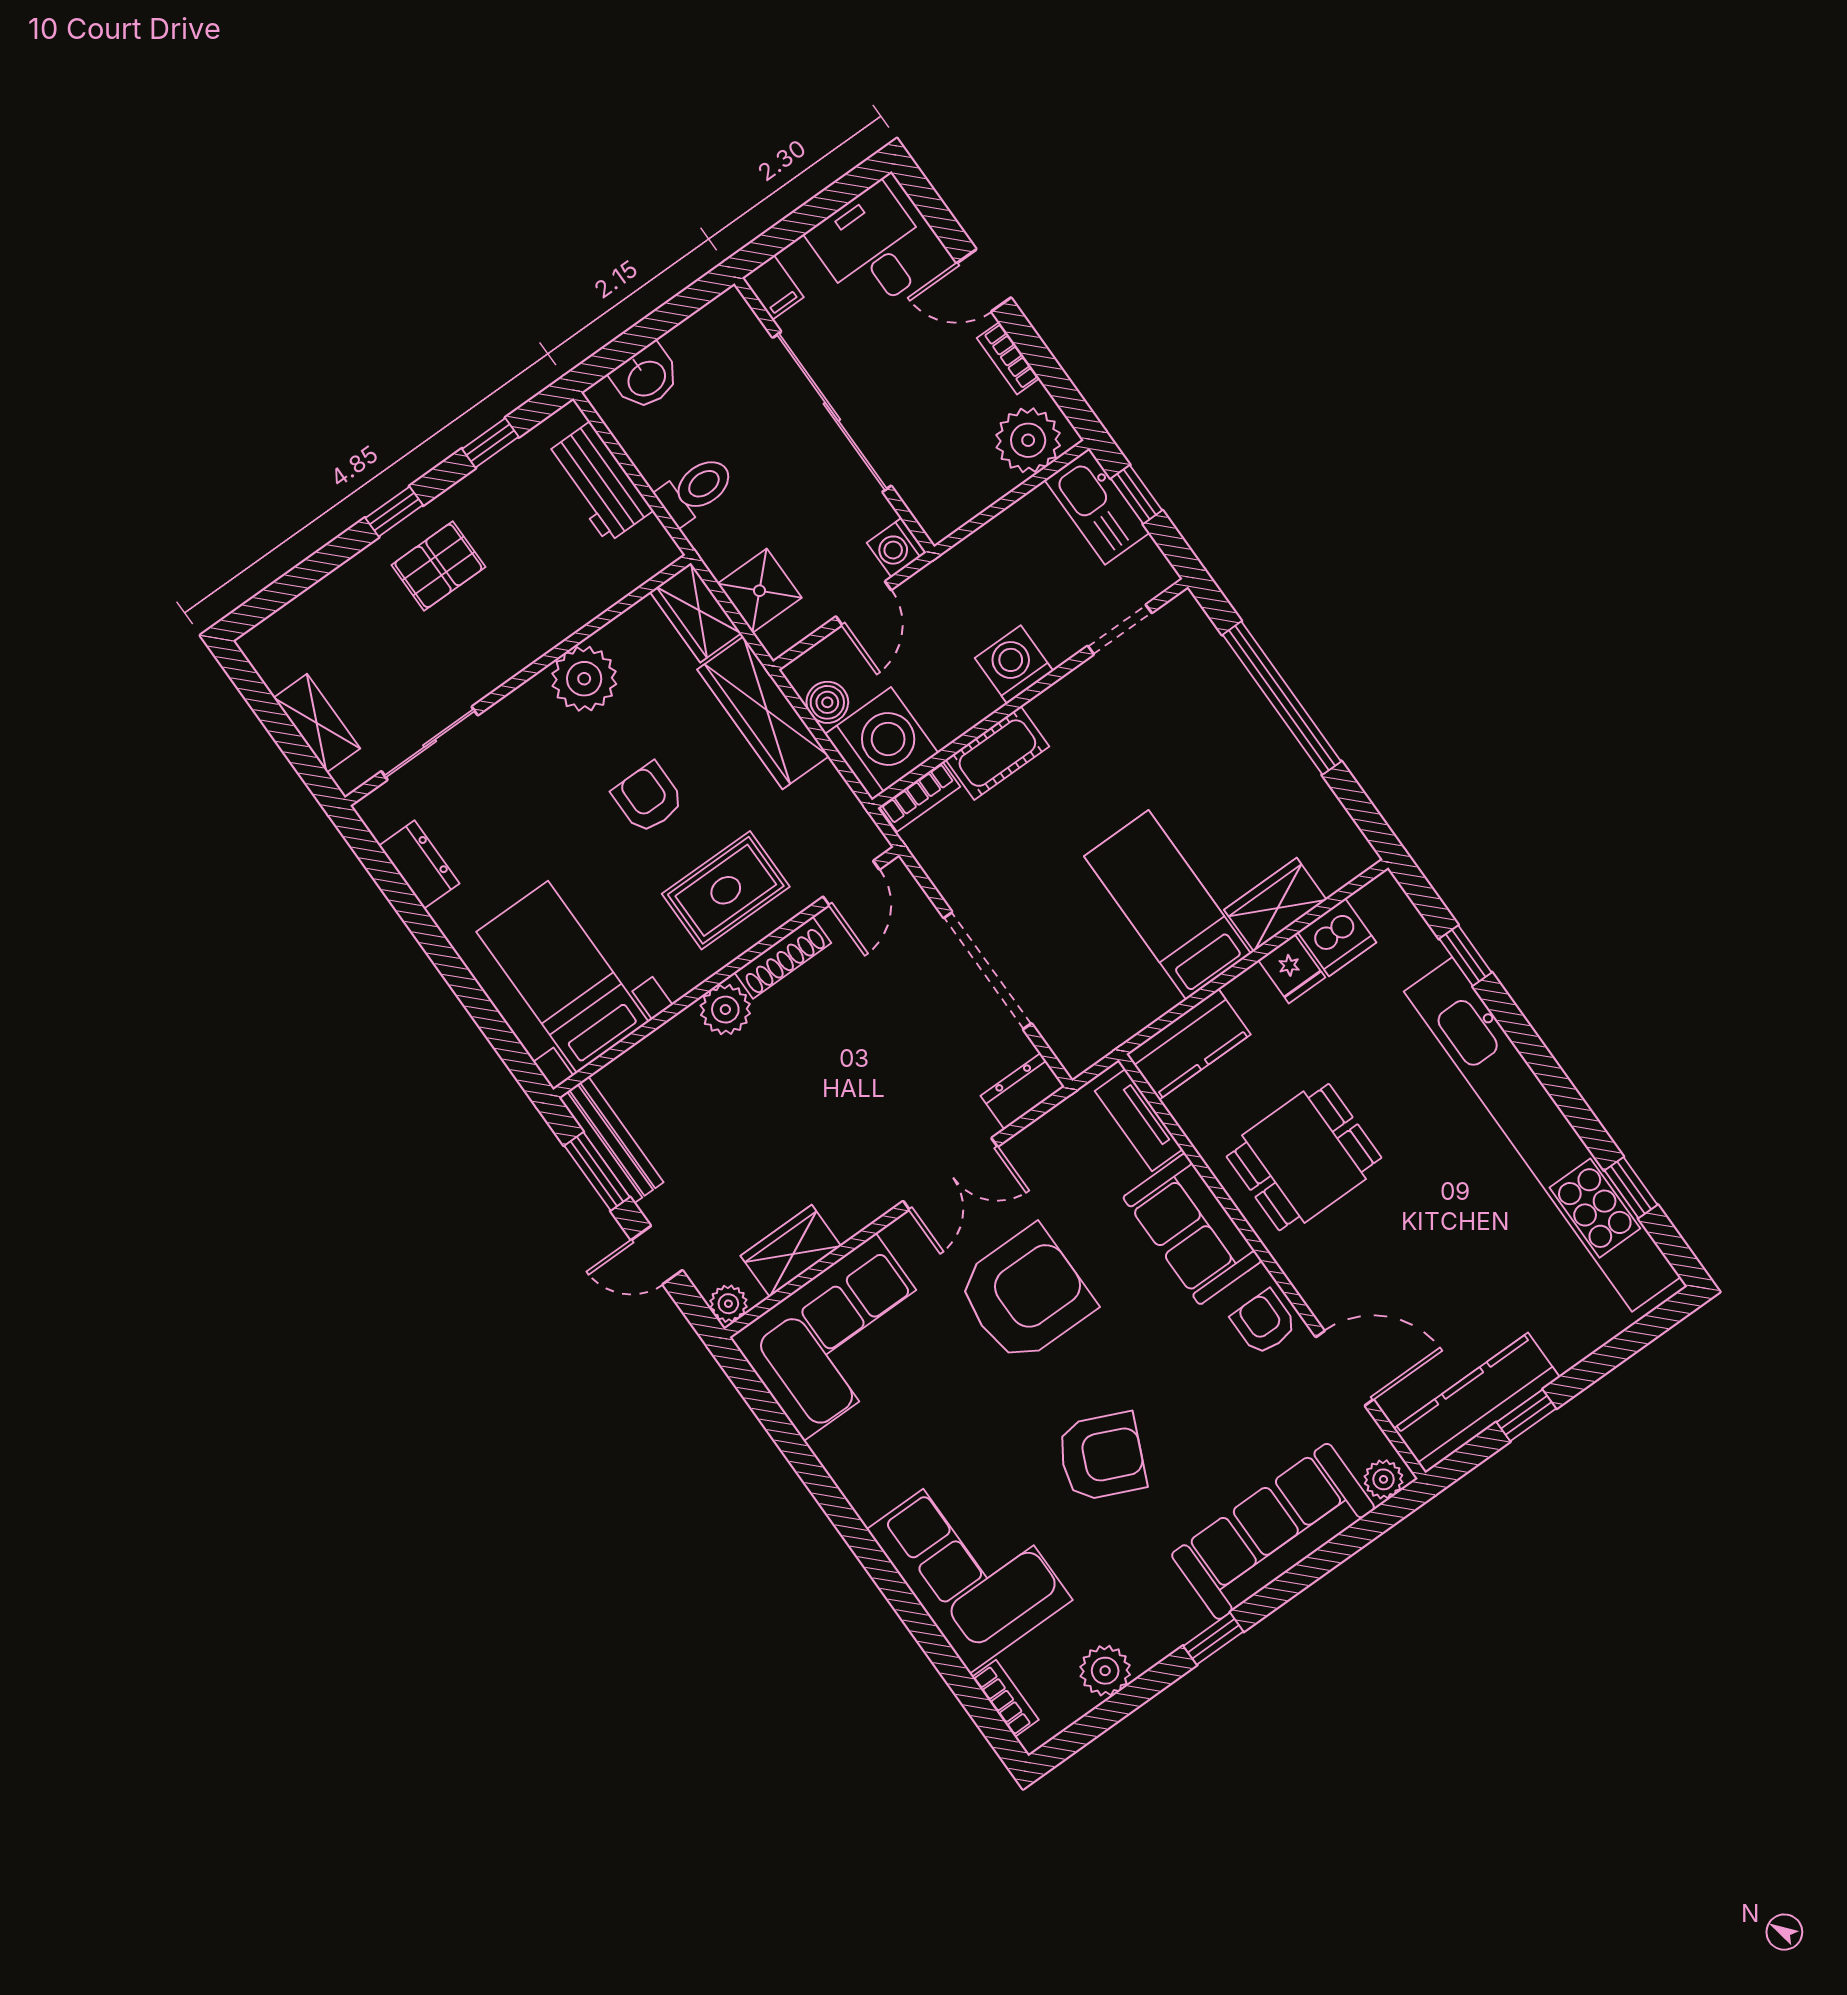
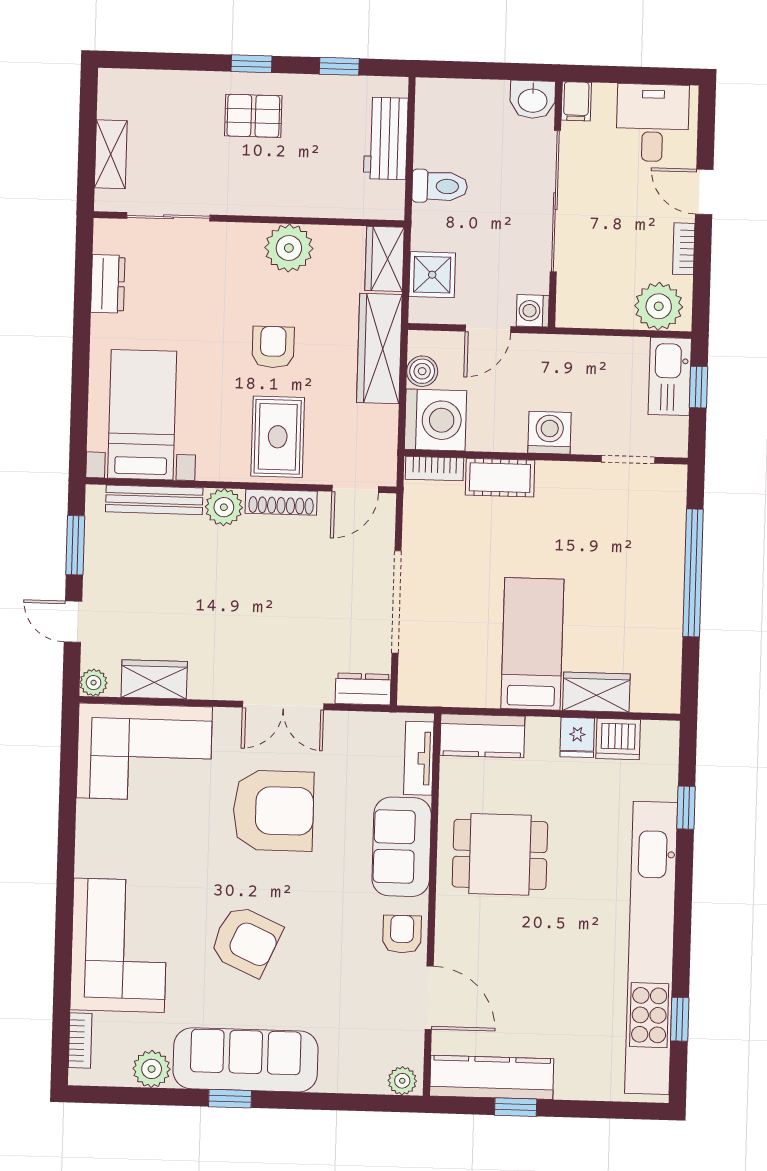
washbasin: (646, 377) -> (533, 100), moved
rug: (726, 890) -> (278, 437), turned 90
bench: (611, 1140) -> (154, 500), moved, turned 90
sofa: (1273, 1531) -> (246, 1060), moved

